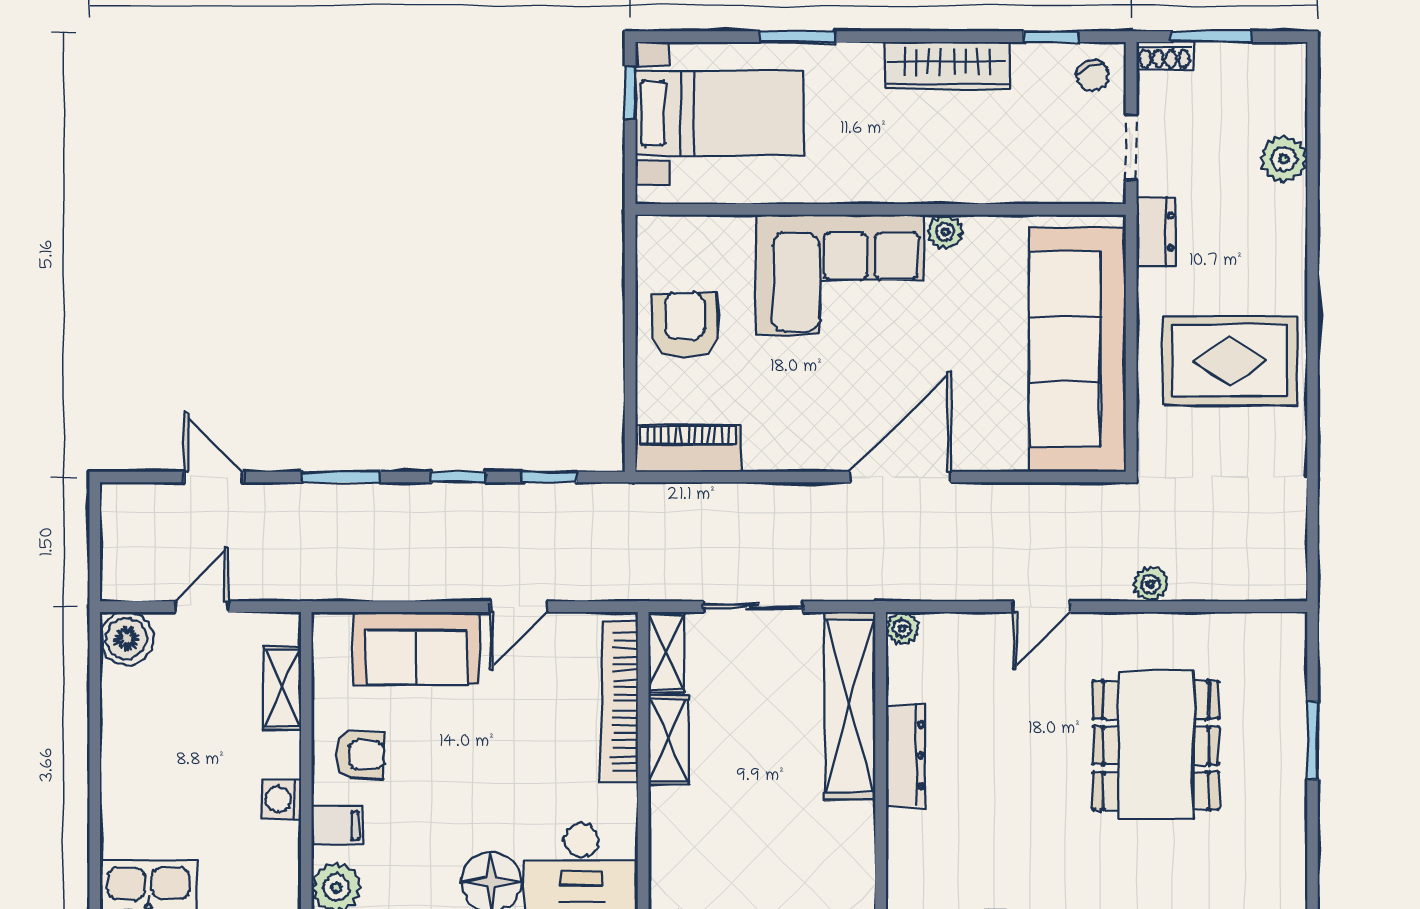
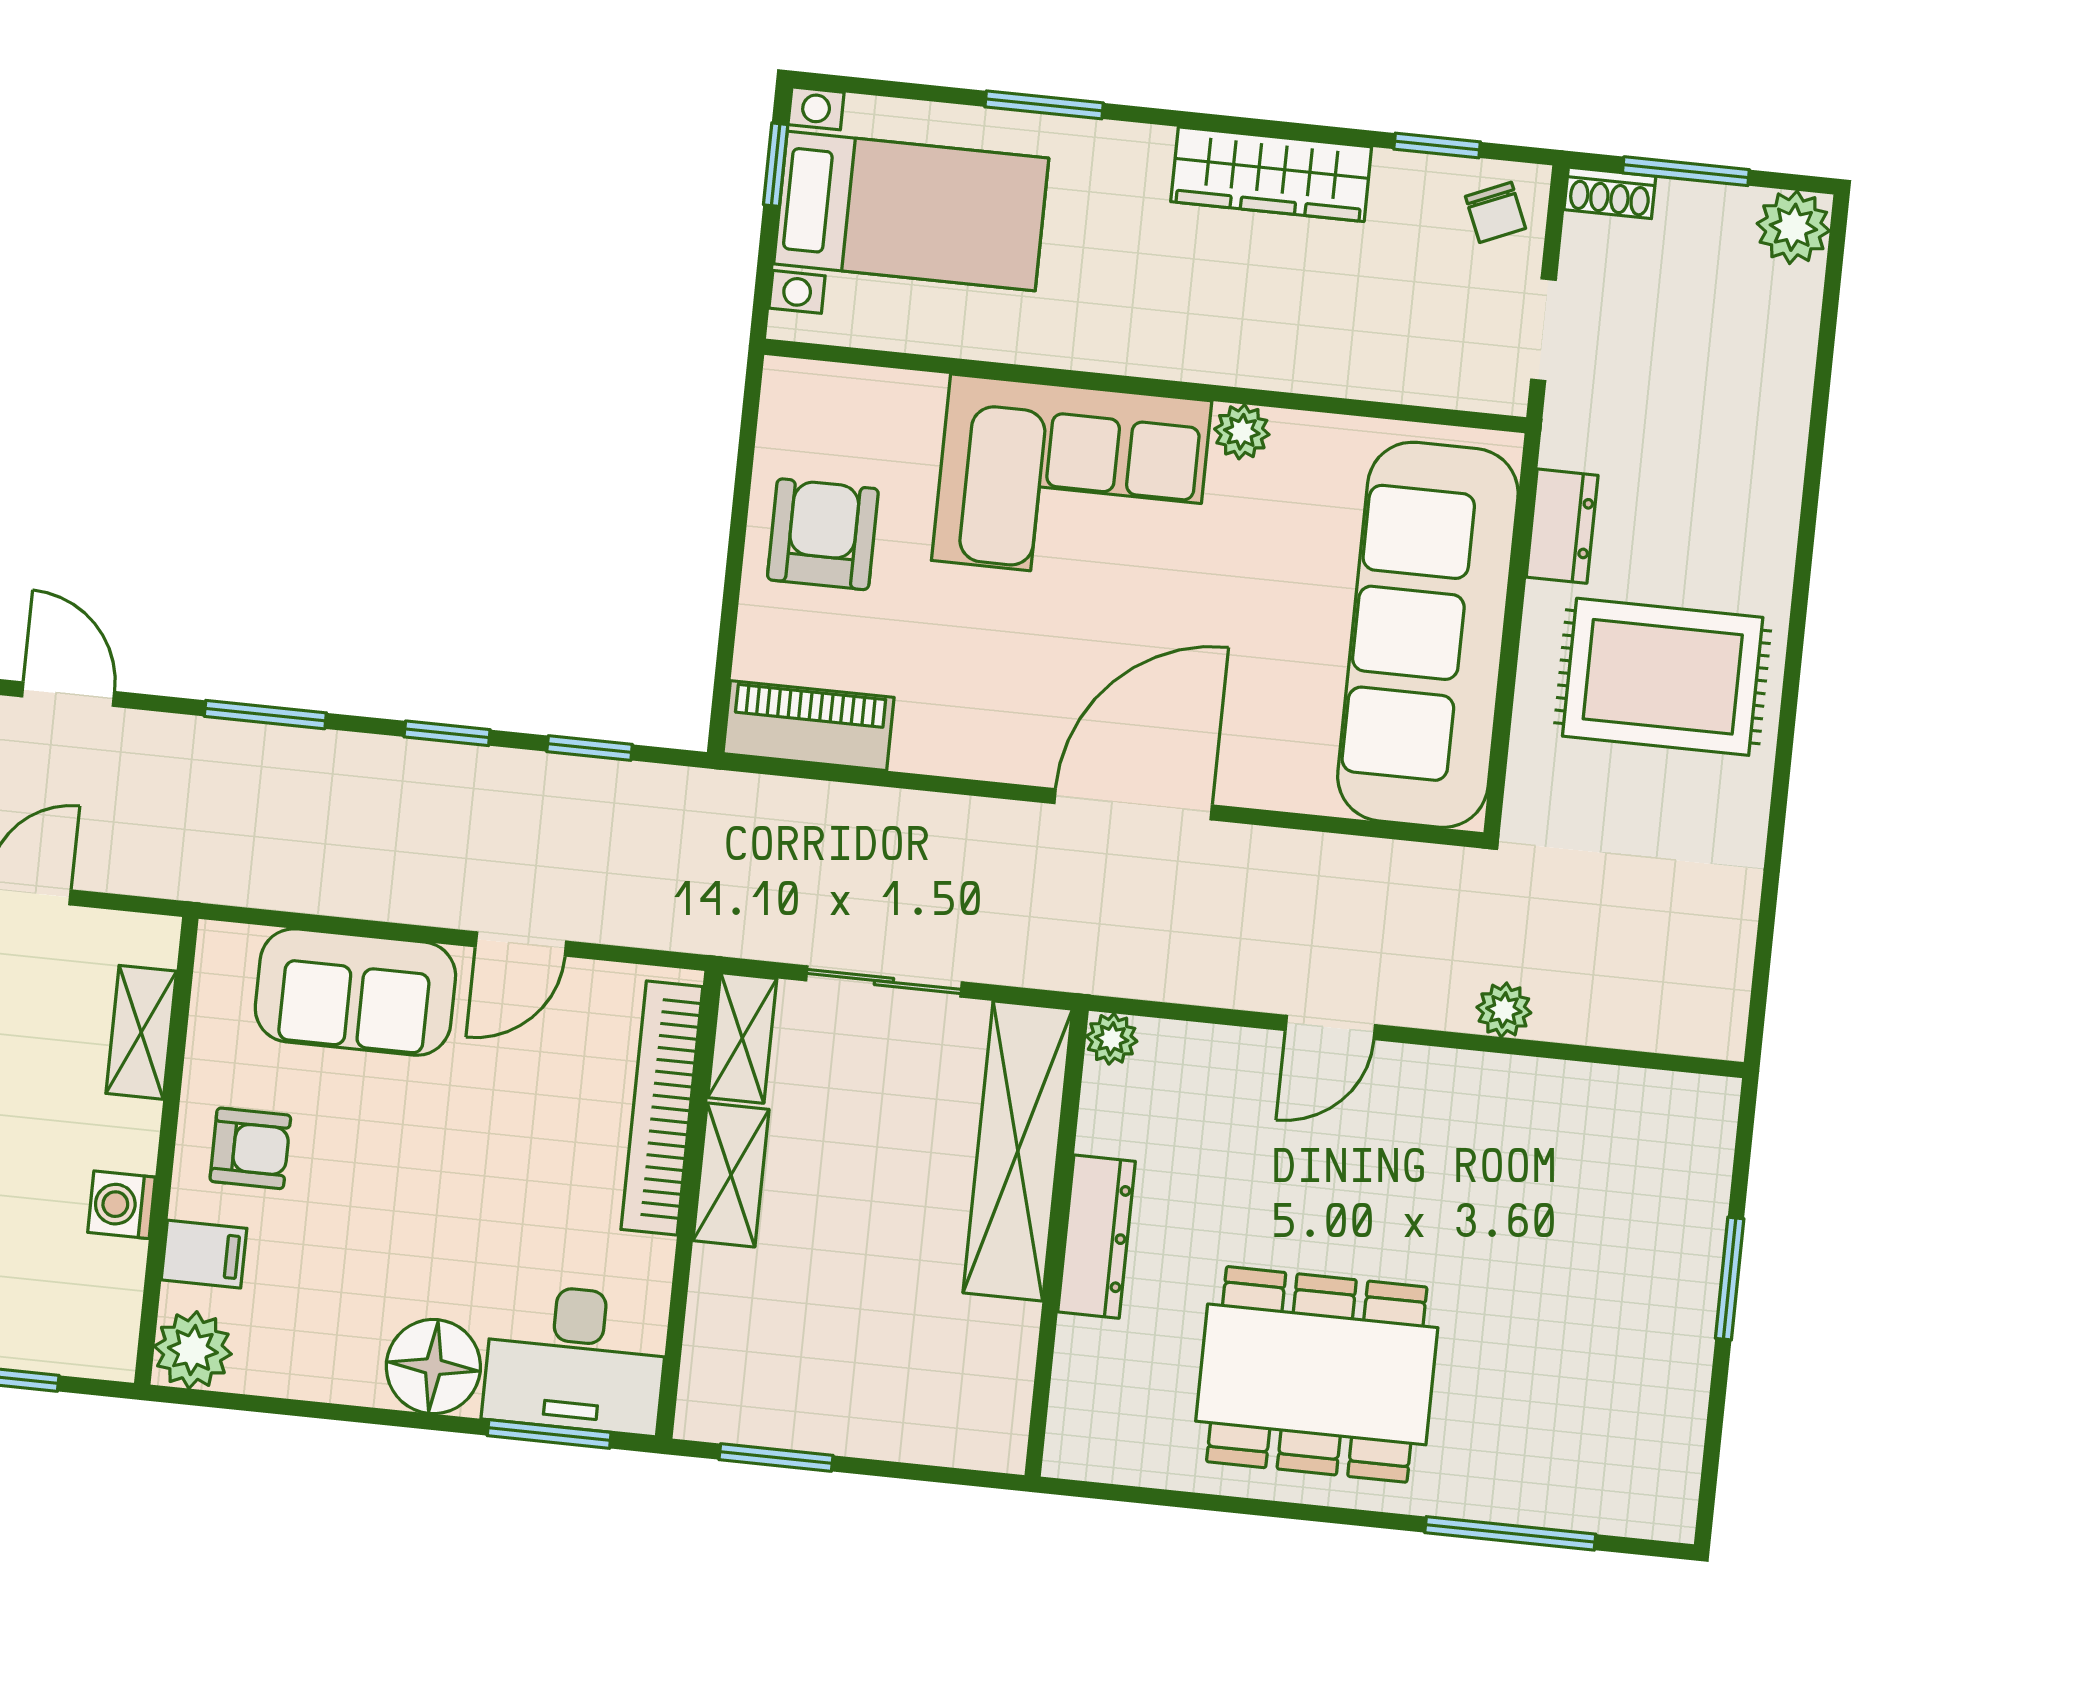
plant: (1284, 159) -> (1793, 227), moved
dresser: (1156, 232) -> (1562, 526), moved
dining table: (1156, 745) -> (1317, 1374), moved, turned 90

